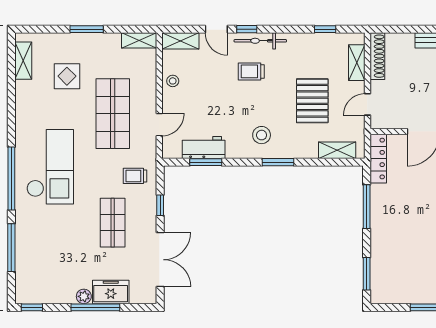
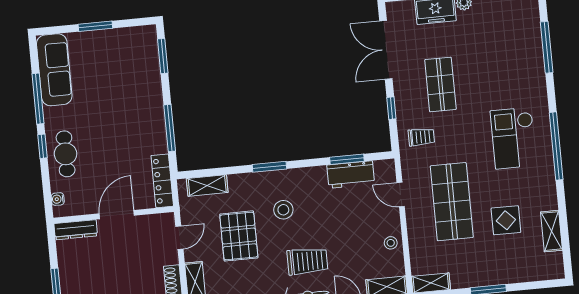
shelving: (23, 61) -> (551, 231), moved
trolley: (251, 71) -> (307, 261), width x1.36, depth x1.39
display table: (67, 76) -> (506, 220), moved
door: (159, 125) -> (401, 195), hinge flipped
stool: (262, 135) -> (283, 210), moved
checkout: (50, 167) -> (513, 138), width x0.73, depth x0.83
window: (11, 178) -> (556, 146), moved

